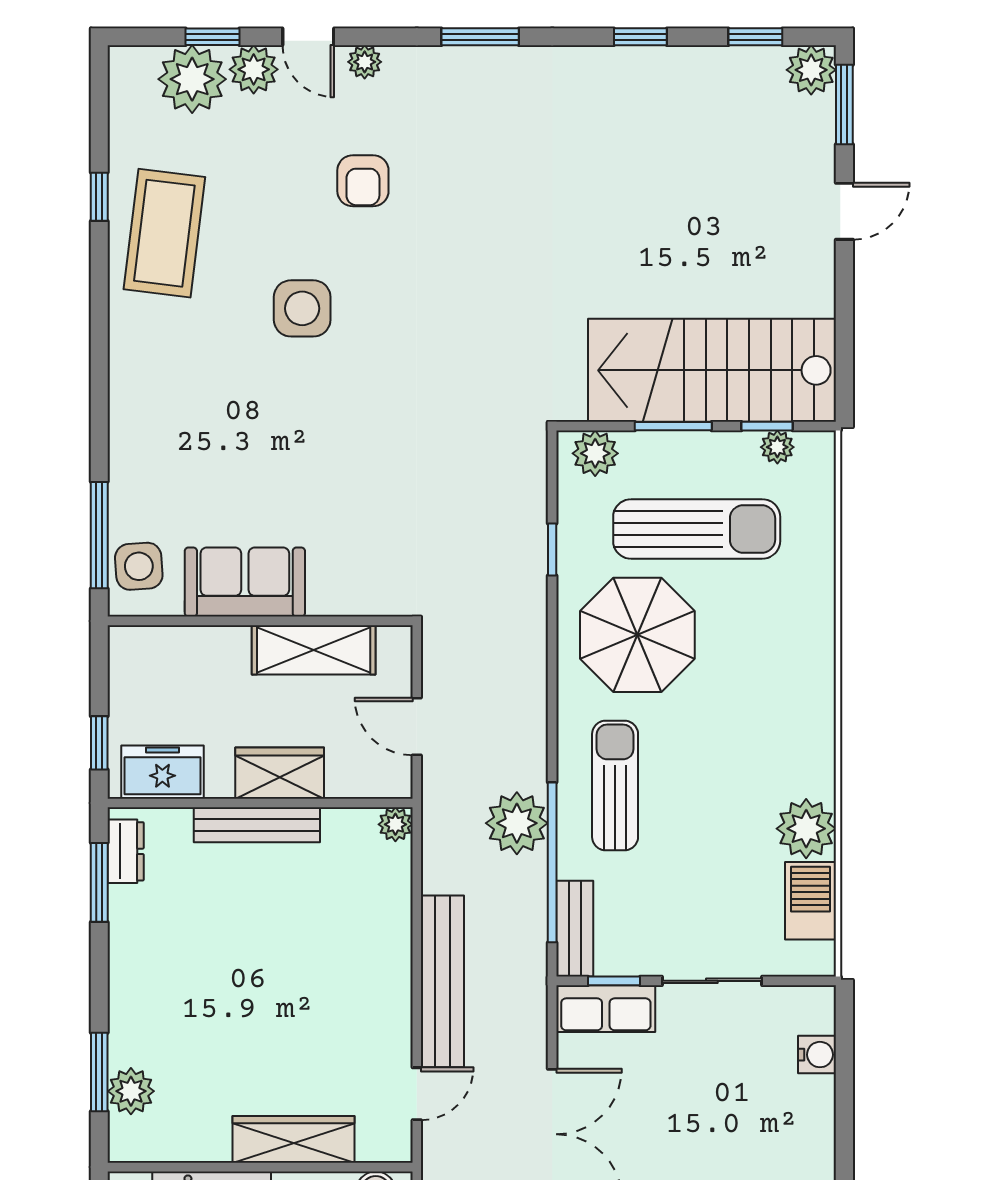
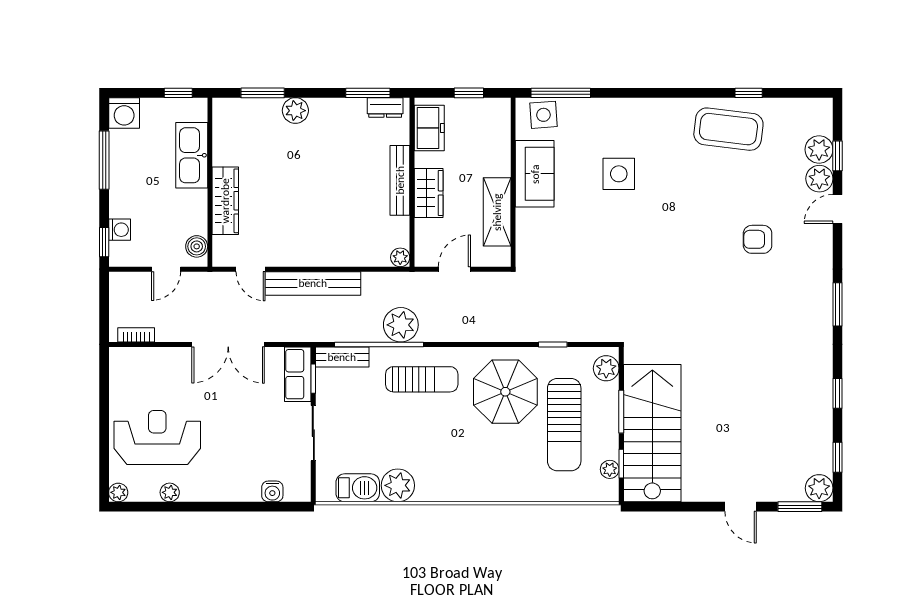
plant: (365, 62) -> (824, 240), removed
plant: (192, 79) -> (819, 150), width x0.73, depth x0.73
side table: (302, 308) -> (619, 174), moved
window: (99, 743) -> (469, 93), moved
plant: (131, 1091) -> (295, 111), moved

